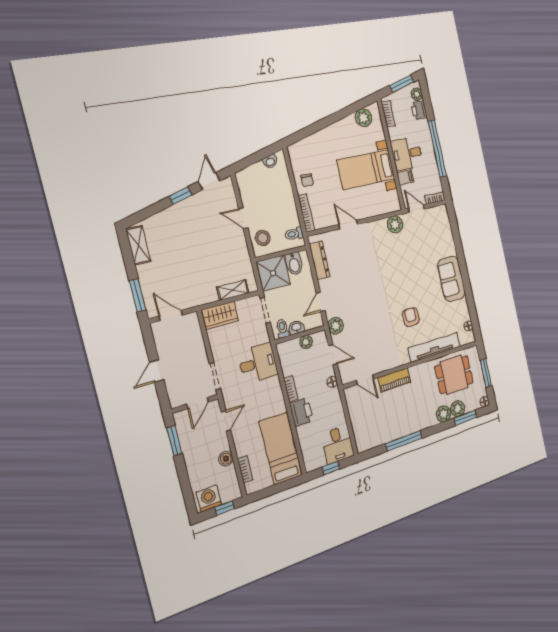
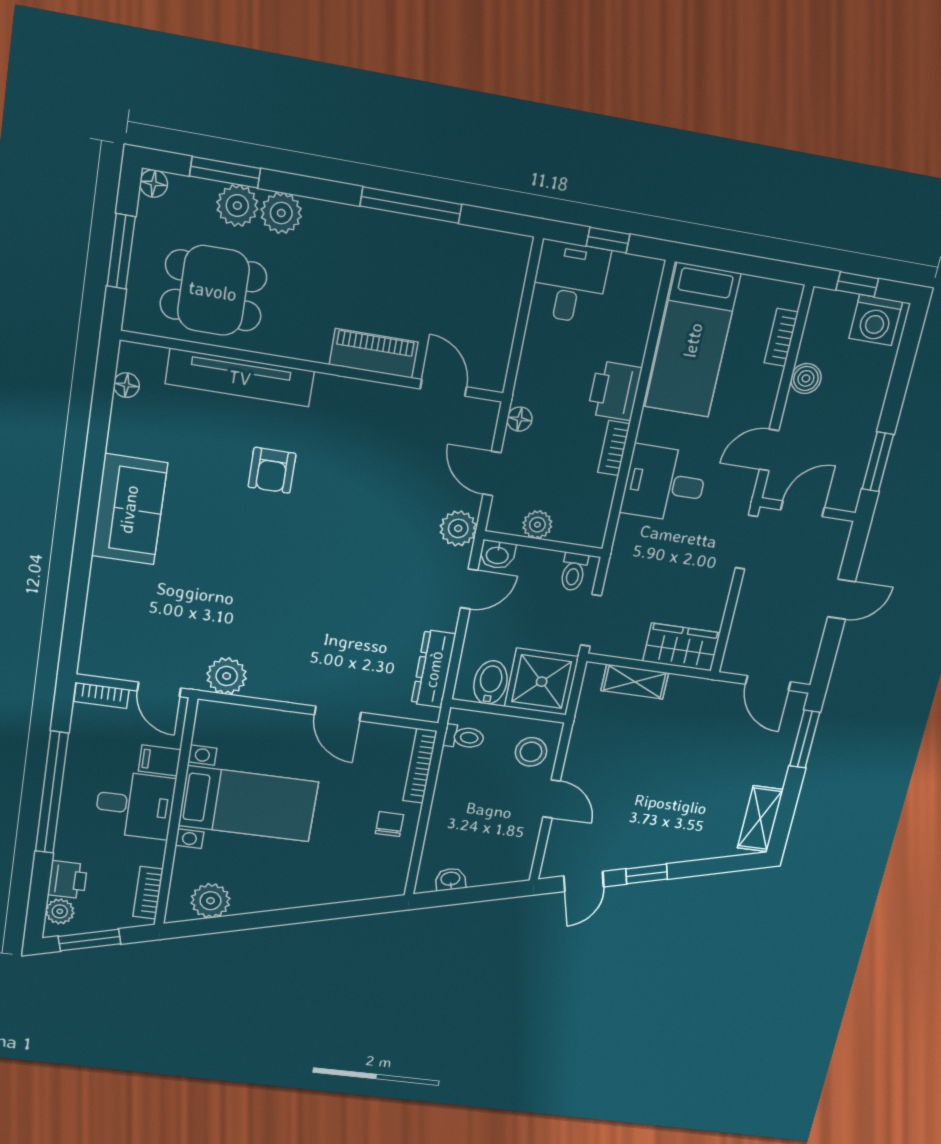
washbasin: (296, 327) -> (497, 555), moved
desk: (258, 363) -> (664, 484), moved

